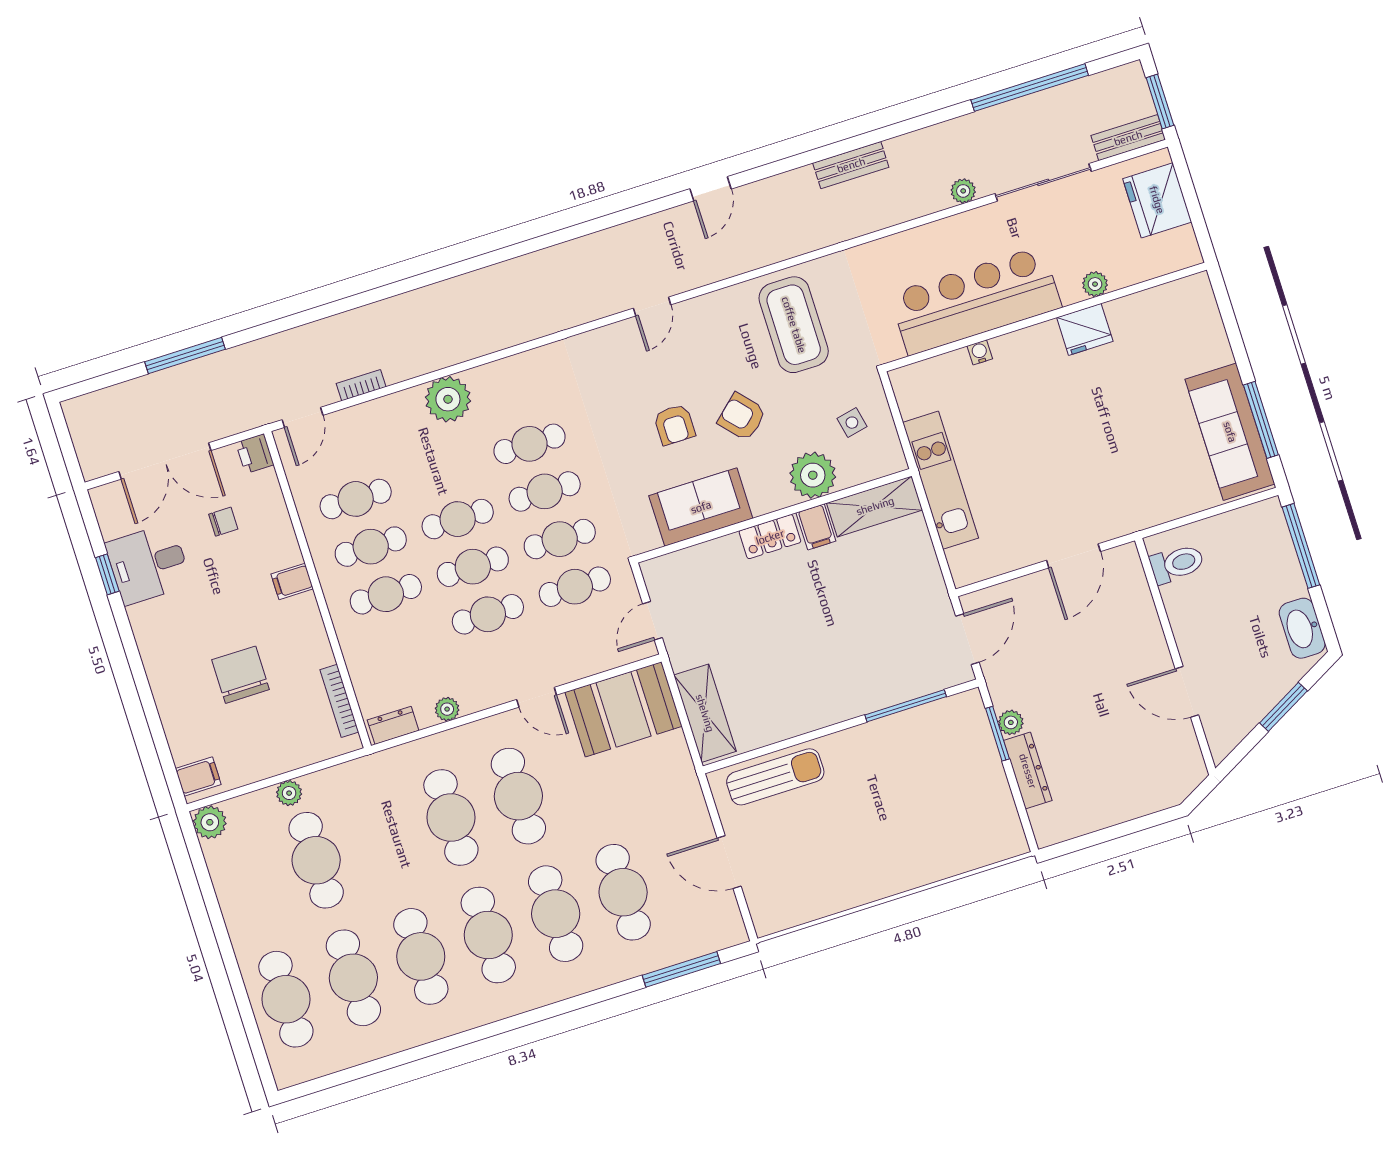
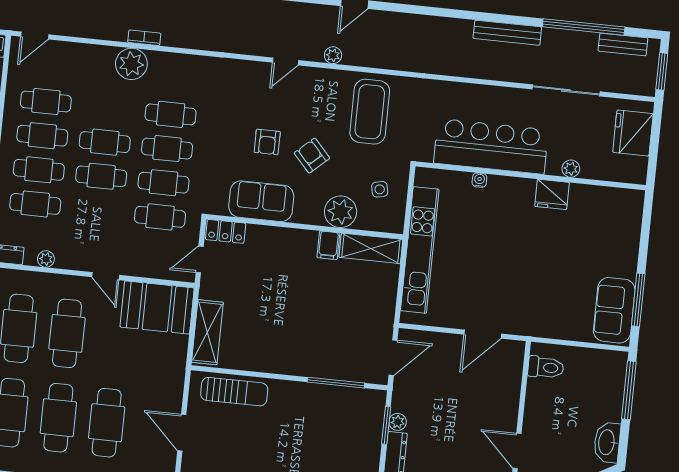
bench: (1128, 138) -> (623, 44), moved
bench: (851, 165) -> (507, 33), moved, width x1.36
plant: (963, 191) -> (333, 55), moved
bookcase: (361, 385) -> (144, 38), moved
sofa: (1230, 432) -> (614, 310), width x0.73
kitchen unit: (941, 480) -> (420, 250), width x1.36
locker: (770, 537) -> (226, 231), moved
cafe table: (488, 614) -> (35, 204), moved

